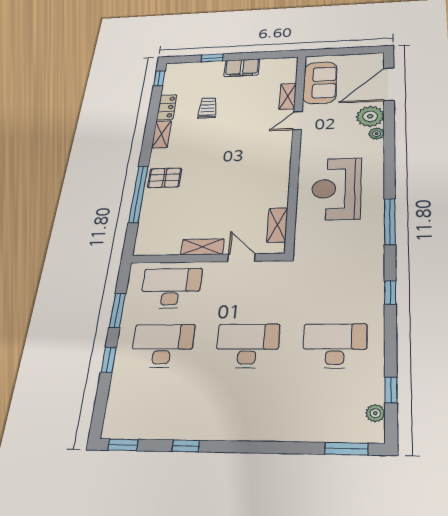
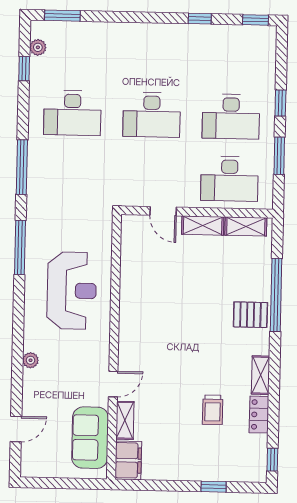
filing cabinet: (242, 68) -> (128, 460), moved, turned 90
door: (389, 84) -> (16, 429), width x0.53
plant: (370, 116) -> (37, 385), removed
shelving: (277, 225) -> (246, 226), moved, turned 90
window: (390, 293) -> (22, 167), width x2.17

